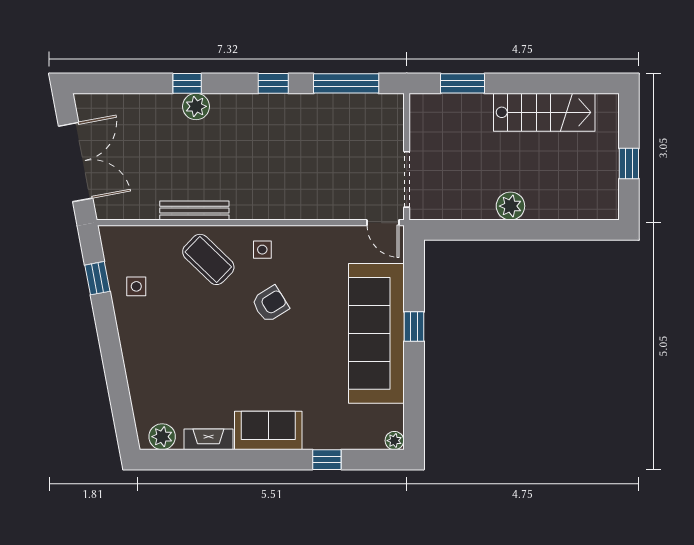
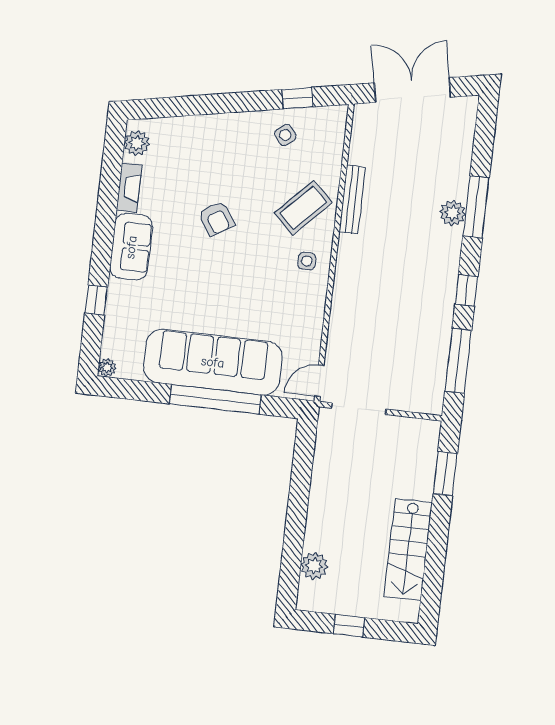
window: (187, 83) -> (476, 207), width x2.17
double door: (76, 162) -> (412, 90), swing flipped
plant: (510, 206) -> (314, 566), moved
side table: (136, 286) -> (285, 135), turned -37
armchair: (270, 304) -> (217, 219), moved
window: (414, 327) -> (215, 399), width x3.17

